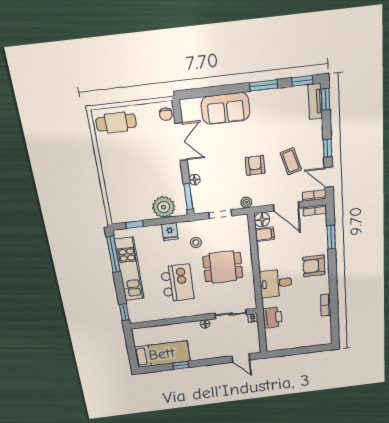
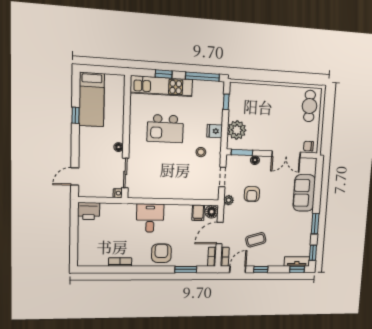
armchair: (255, 165) -> (252, 194), moved, turned 90
dining table: (223, 267) -> (174, 172), removed
kitchen unit: (129, 269) -> (162, 86), moved
window: (124, 312) -> (164, 74), moved
printer: (272, 318) -> (89, 211), moved

